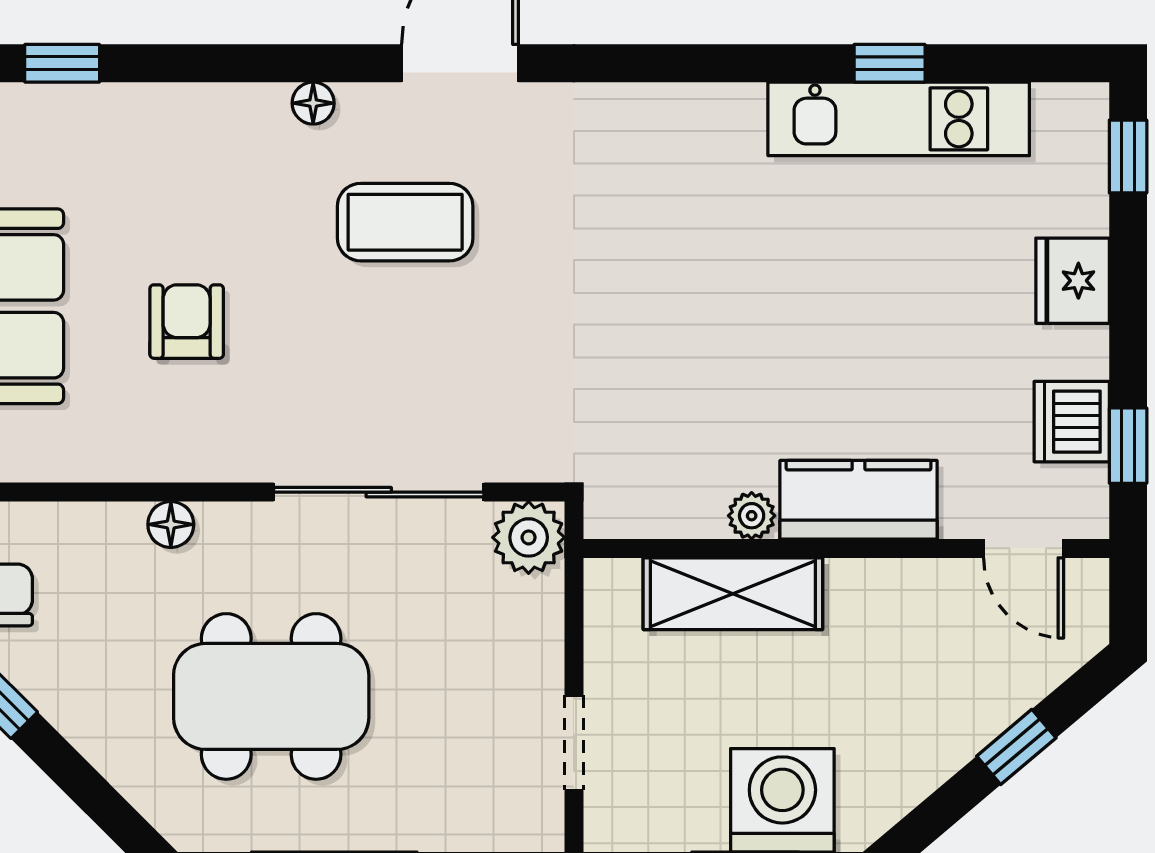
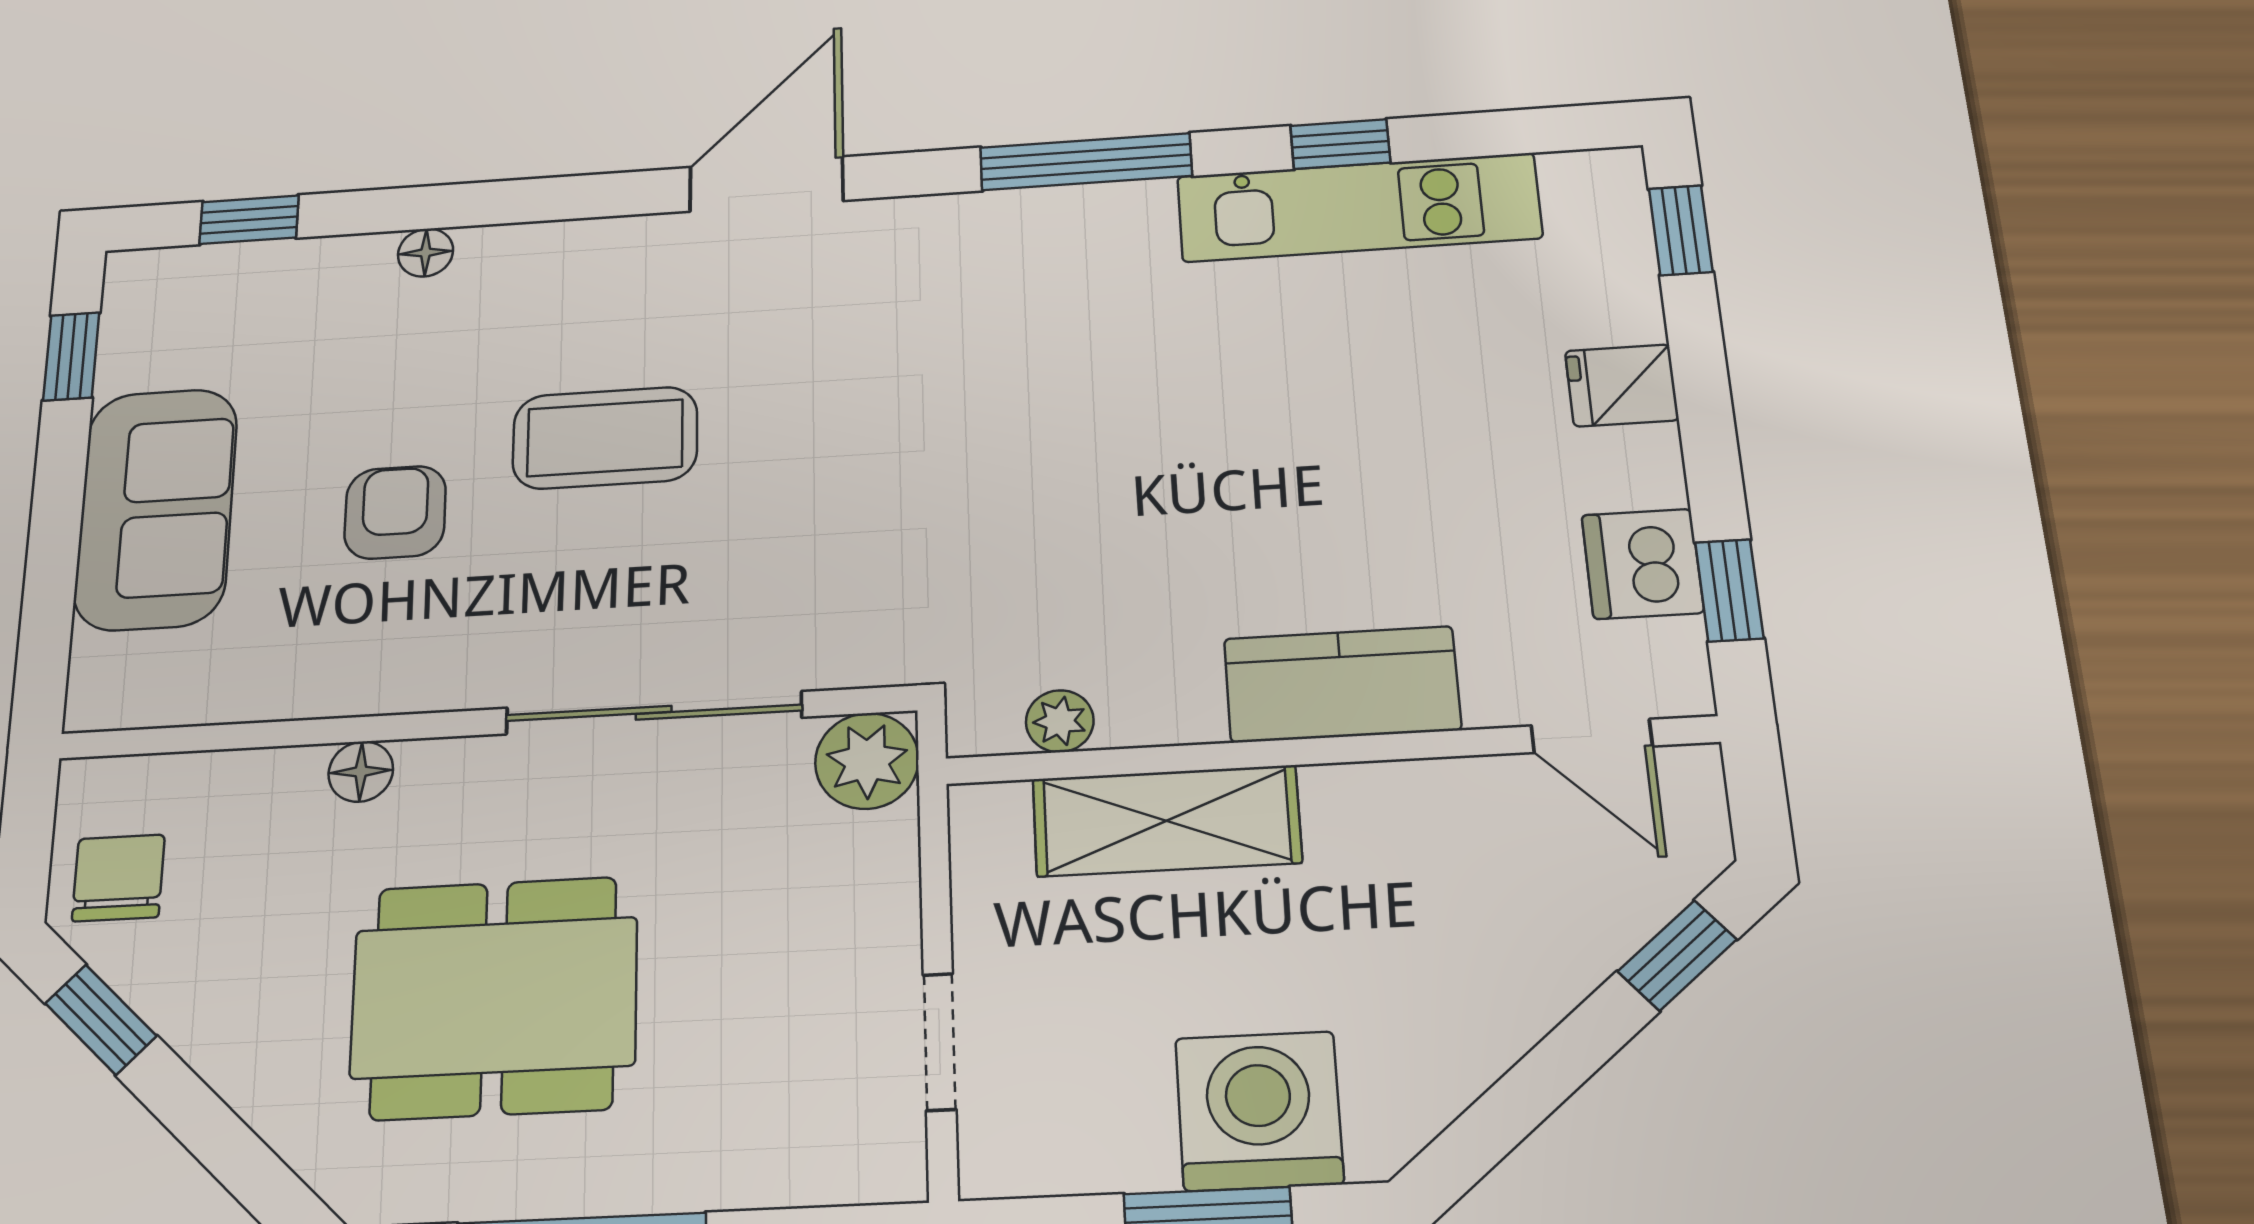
window: (701, 63) -> (1086, 162), added
floor lamp: (313, 103) -> (426, 253), moved
coffee table: (405, 222) -> (605, 438), moved
fridge: (1073, 281) -> (1622, 385), width x0.72
plant: (752, 516) -> (1060, 721), moved
window: (1016, 747) -> (1677, 955), moved

